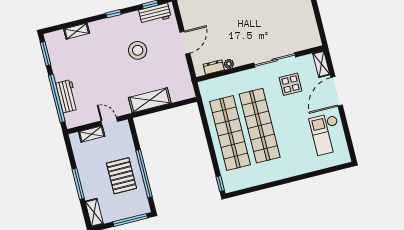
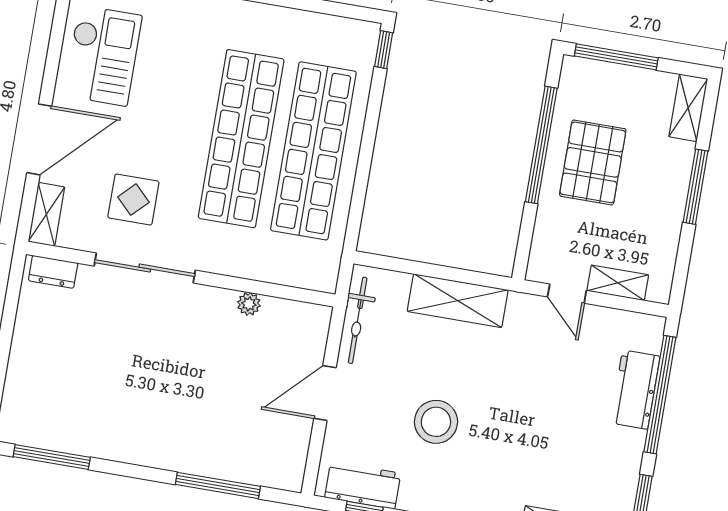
dresser: (214, 67) -> (53, 272), moved
bicycle: (185, 76) -> (358, 320), added

